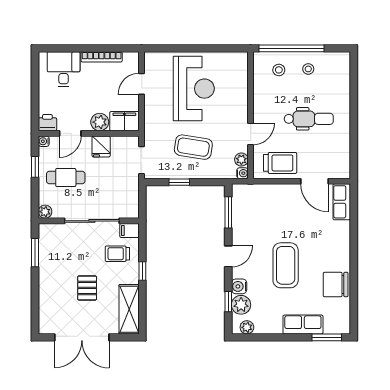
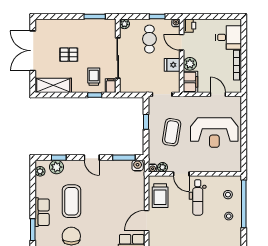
dental chair: (309, 119) -> (198, 197), moved
coffee table: (286, 265) -> (72, 201), moved, turned 90
window: (142, 271) -> (95, 95), moved
water cooler: (239, 286) -> (138, 166), moved

